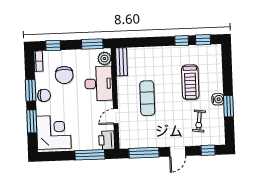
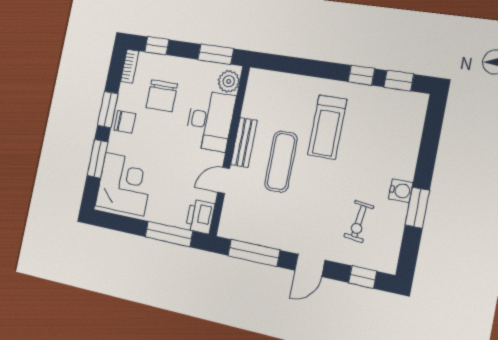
bench: (121, 62) -> (244, 143), moved
treadmill: (190, 82) -> (327, 127), moved

